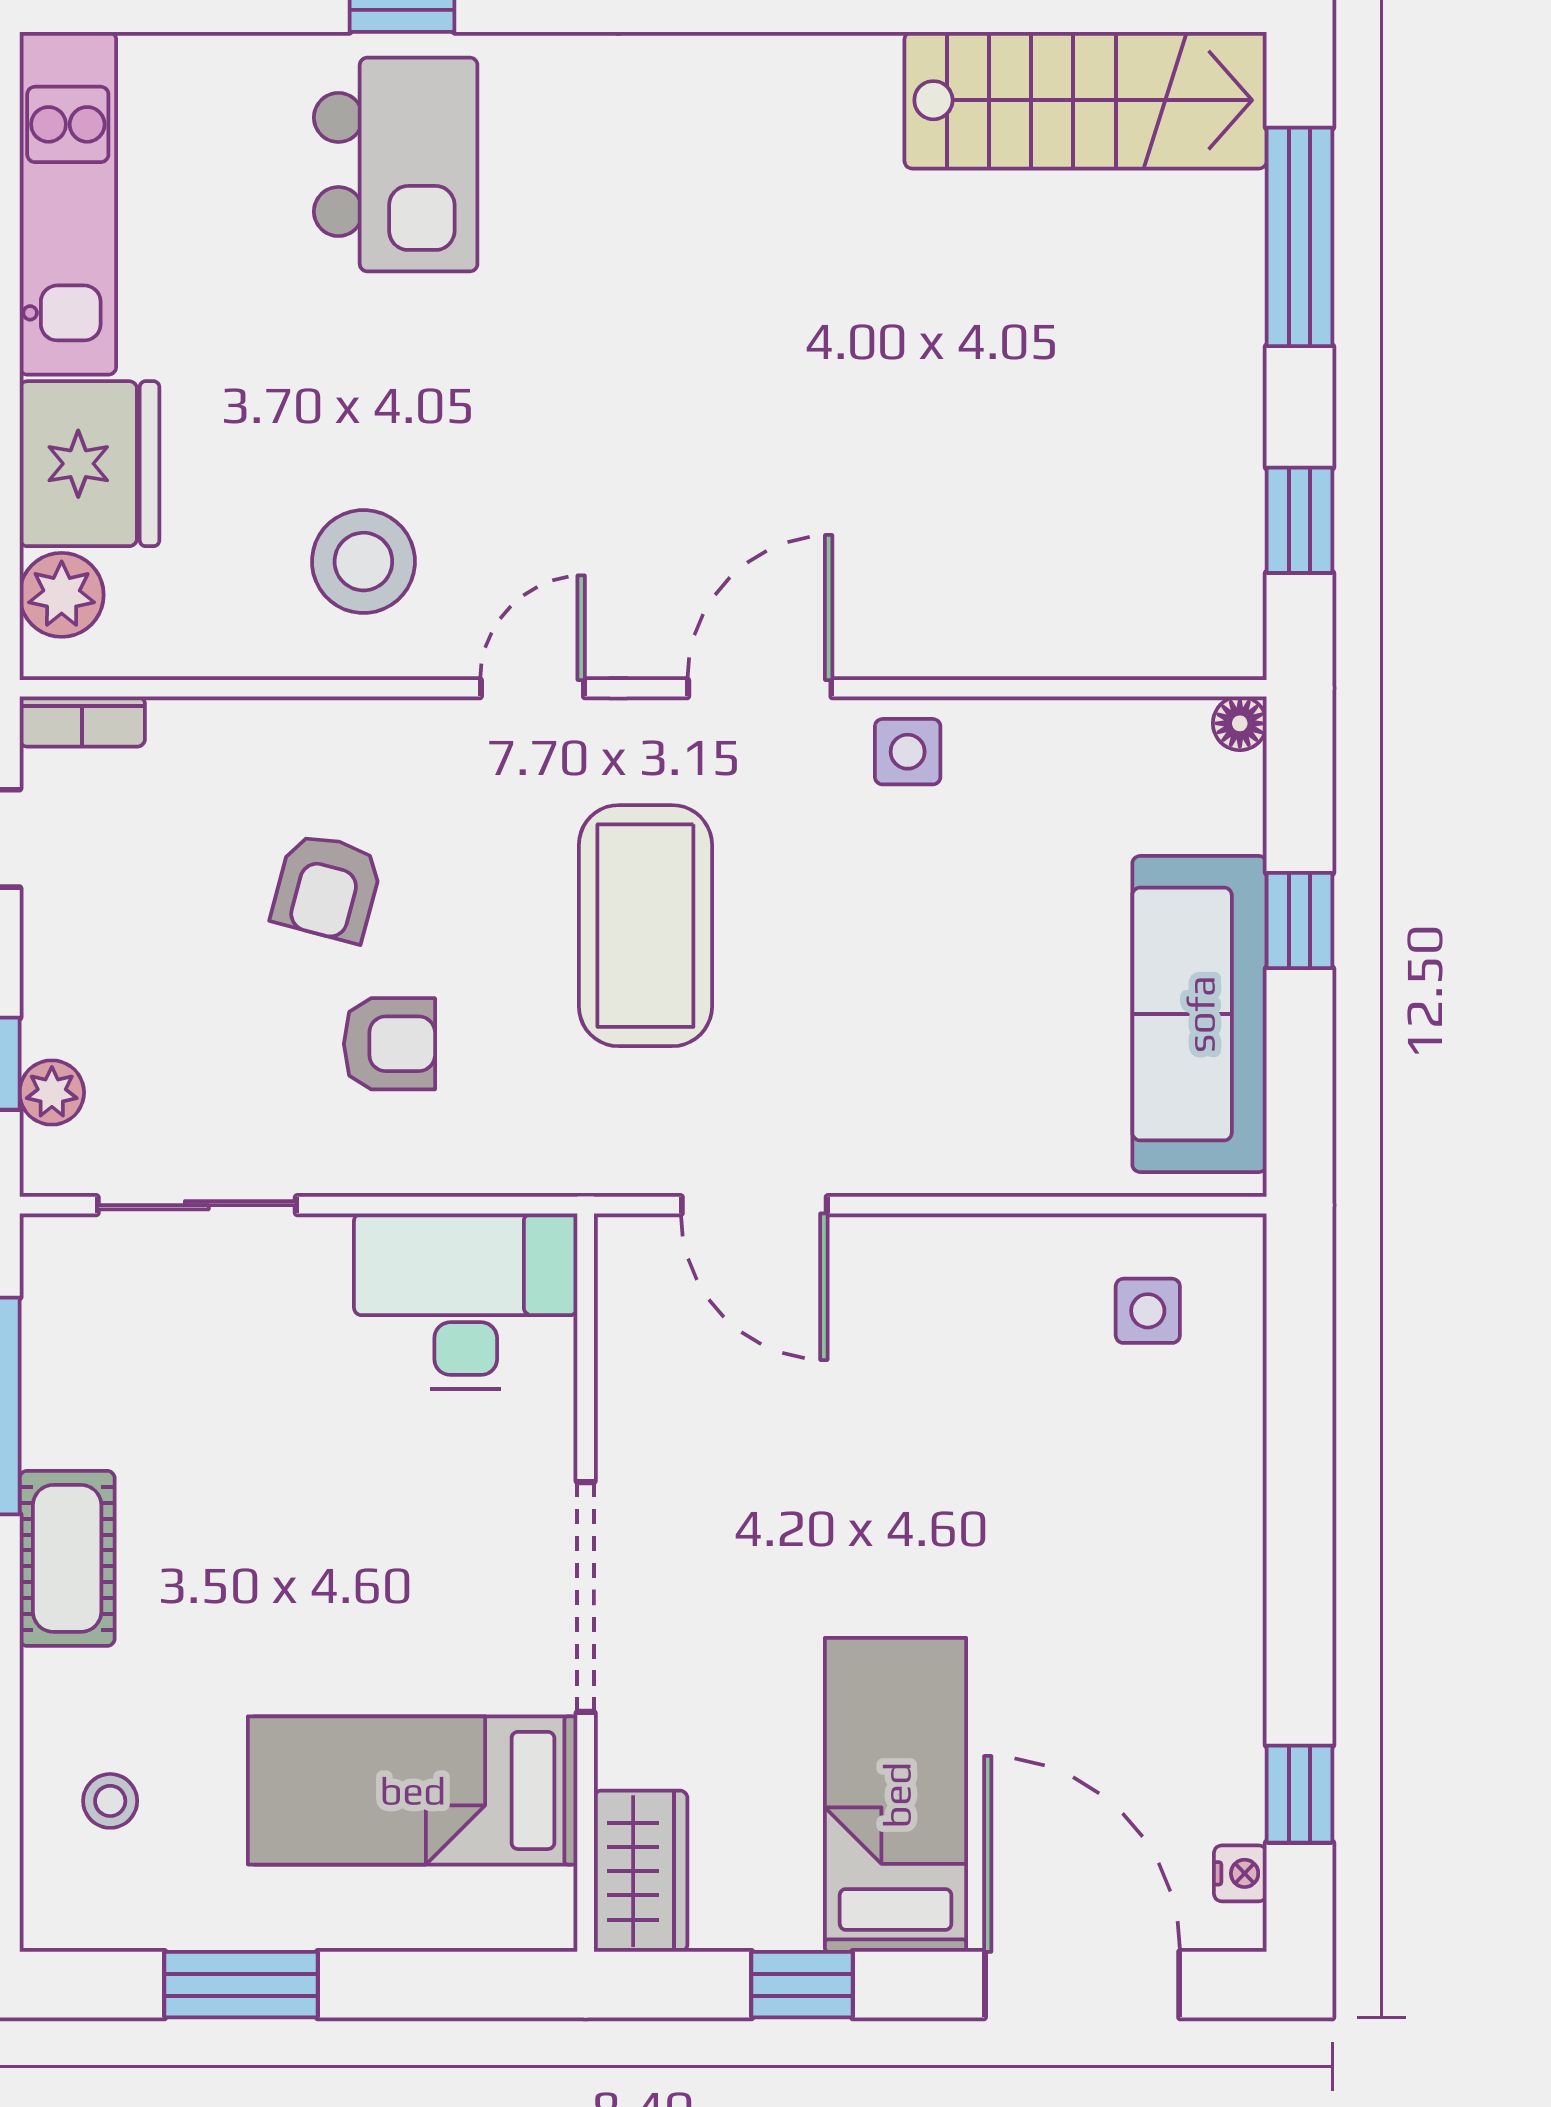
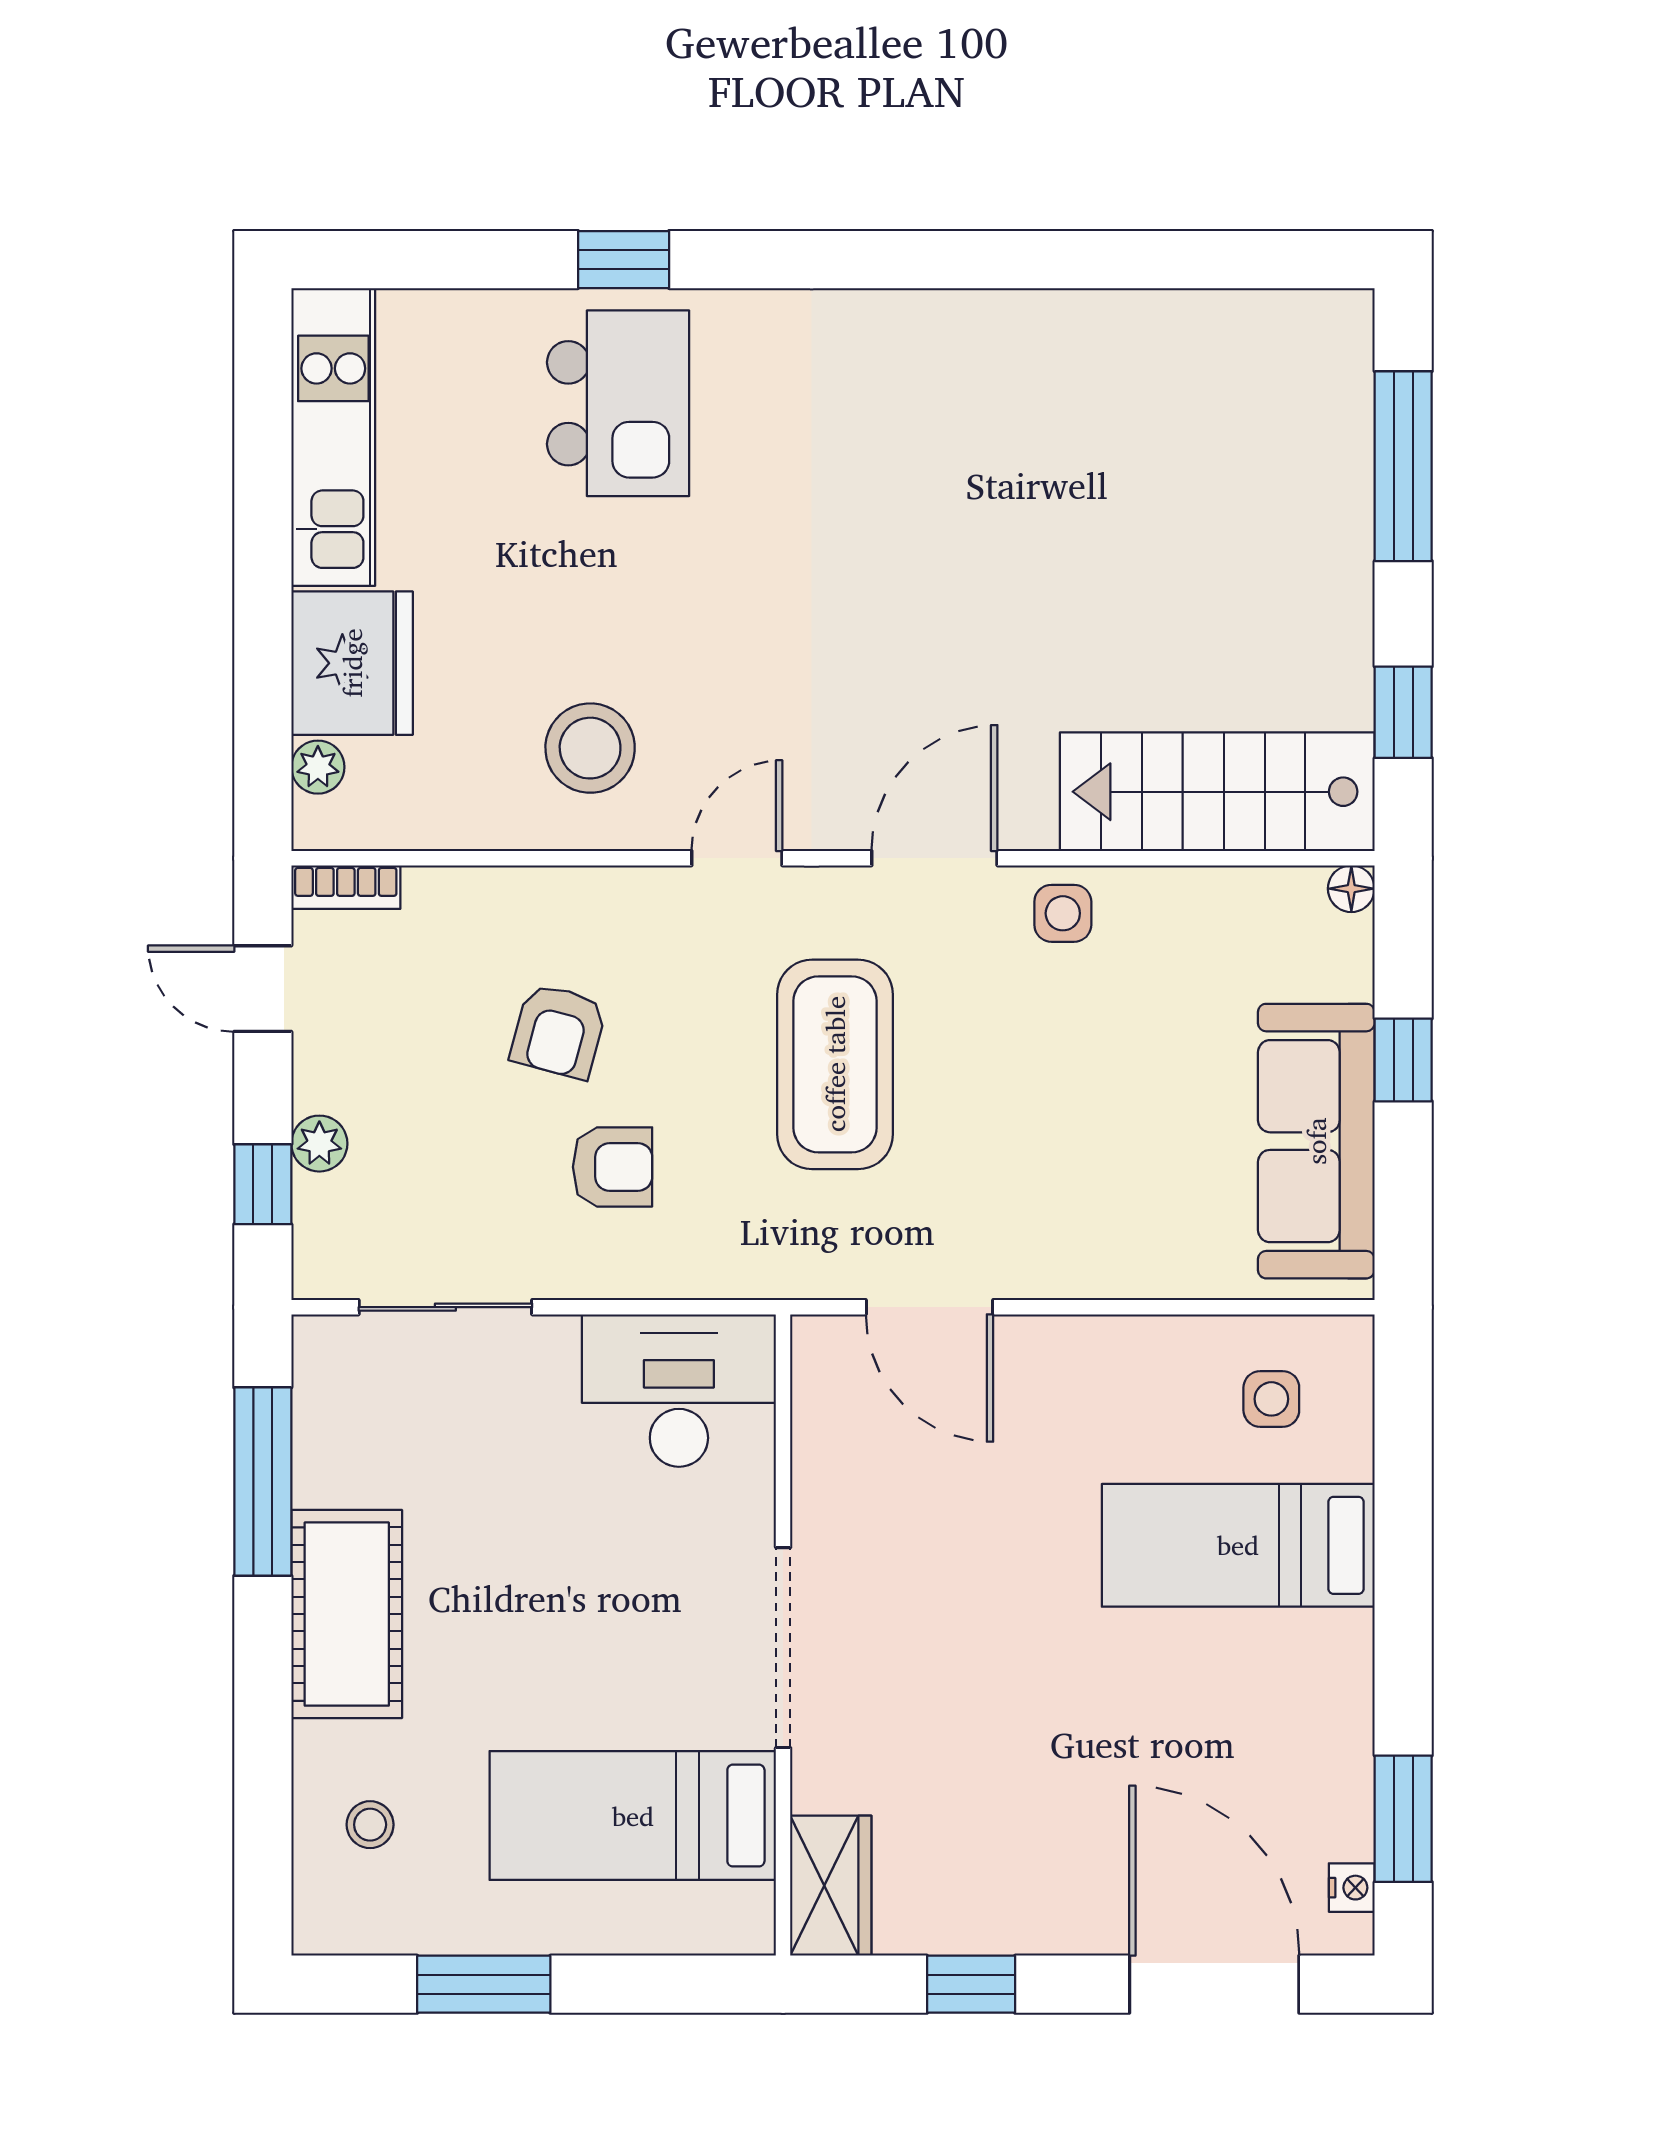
stairs: (1086, 100) -> (1217, 792), moved, turned 180
plant: (62, 595) -> (318, 767), width x0.73, depth x0.73
plant: (52, 1093) -> (319, 1144), moved
cot: (67, 1558) -> (347, 1614), width x1.37, depth x1.34
window: (1300, 1794) -> (1403, 1819), width x1.50
bed: (896, 1795) -> (1238, 1545), moved, turned -90

